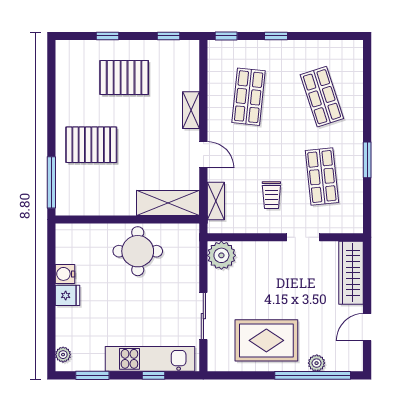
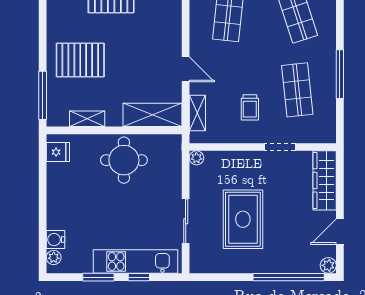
shelving: (191, 110) -> (87, 119), moved, turned 90
window: (367, 160) -> (340, 74), width x1.44
plant: (221, 255) -> (196, 158), width x0.53, depth x0.53
water cooler: (65, 274) -> (55, 240), moved
fridge: (68, 295) -> (58, 152), moved
rug: (266, 340) -> (243, 219), moved, turned 90
plant: (317, 363) -> (328, 265), moved
window: (92, 375) -> (98, 277), moved

